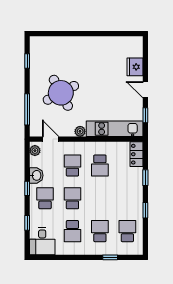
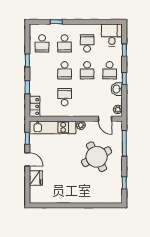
school desk: (72, 166) -> (65, 70), moved

